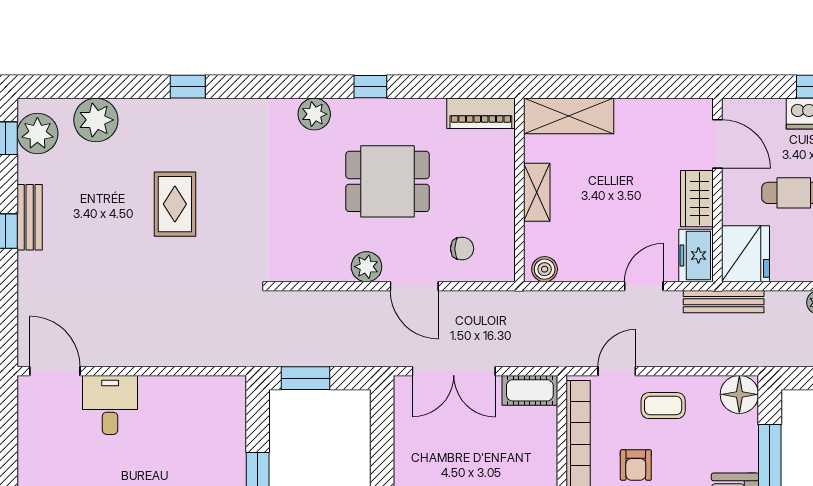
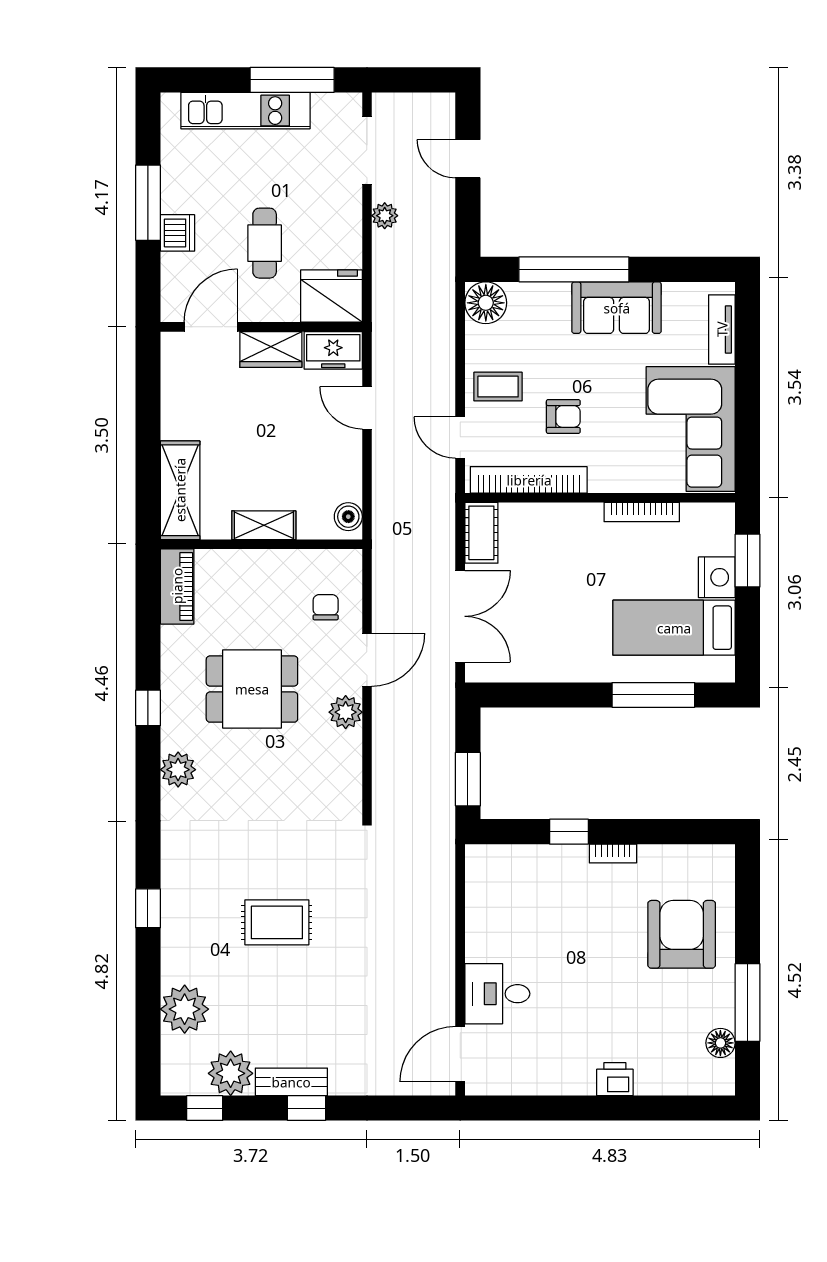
plant: (37, 133) -> (231, 1073), moved
dining table: (388, 181) -> (252, 689), turned 90
bench: (724, 302) -> (384, 320), removed
coffee table: (663, 406) -> (498, 387), turned 90

